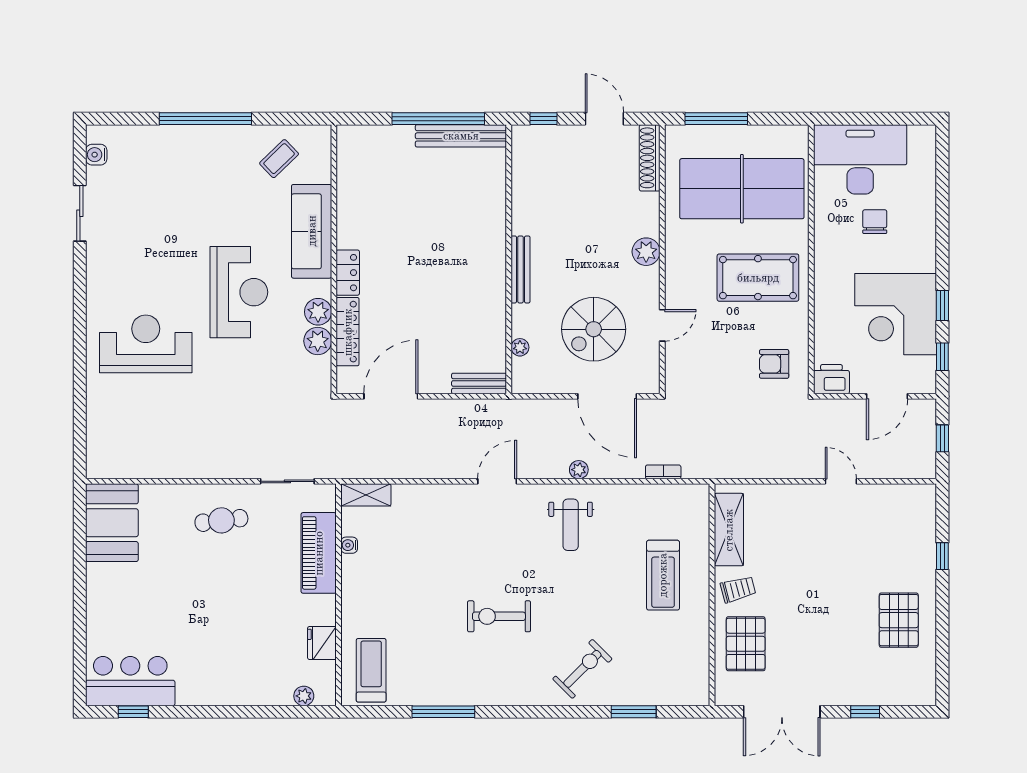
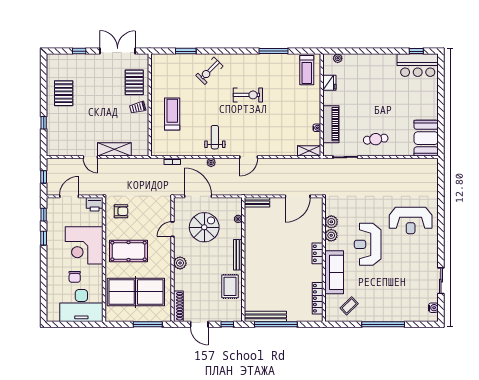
rug: (538, 201) -> (230, 286), added
corner desk: (896, 314) -> (84, 245), moved, turned 180
locker: (348, 332) -> (318, 298), moved
shelving: (729, 530) -> (114, 149), moved, turned 90

